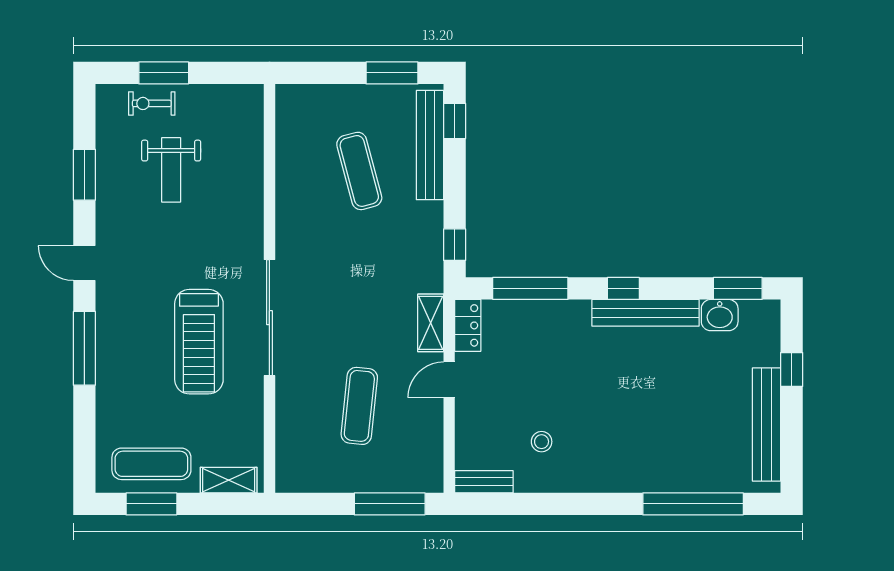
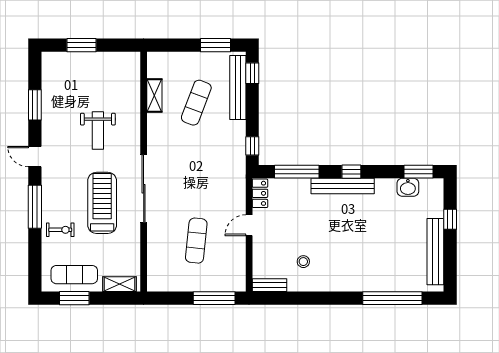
exercise bike: (152, 103) -> (60, 230), moved, turned 180
weight bench: (171, 170) -> (98, 130), moved
exercise mat: (359, 171) -> (196, 103), turned 36
bench: (645, 313) -> (343, 186), moved
shelving: (431, 323) -> (154, 96), moved
treadmill: (199, 342) -> (102, 203), turned 180

